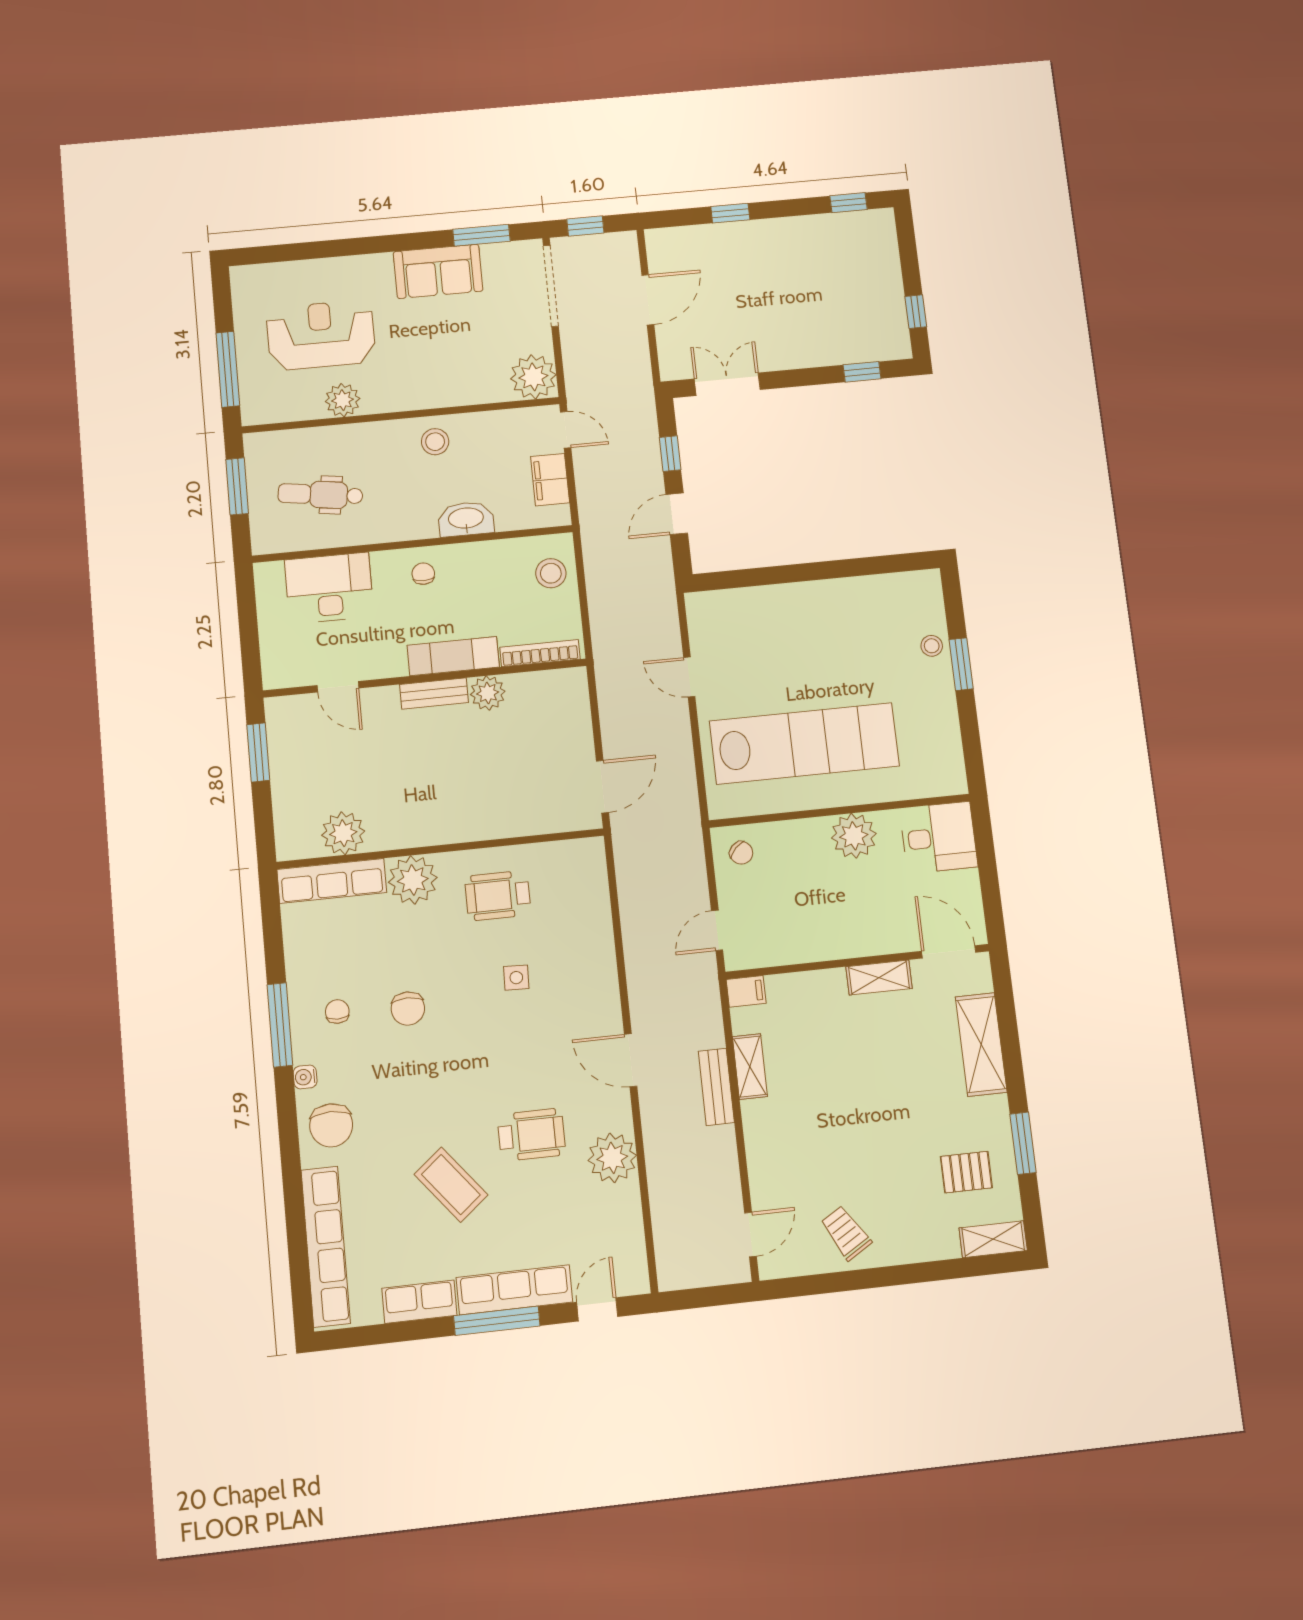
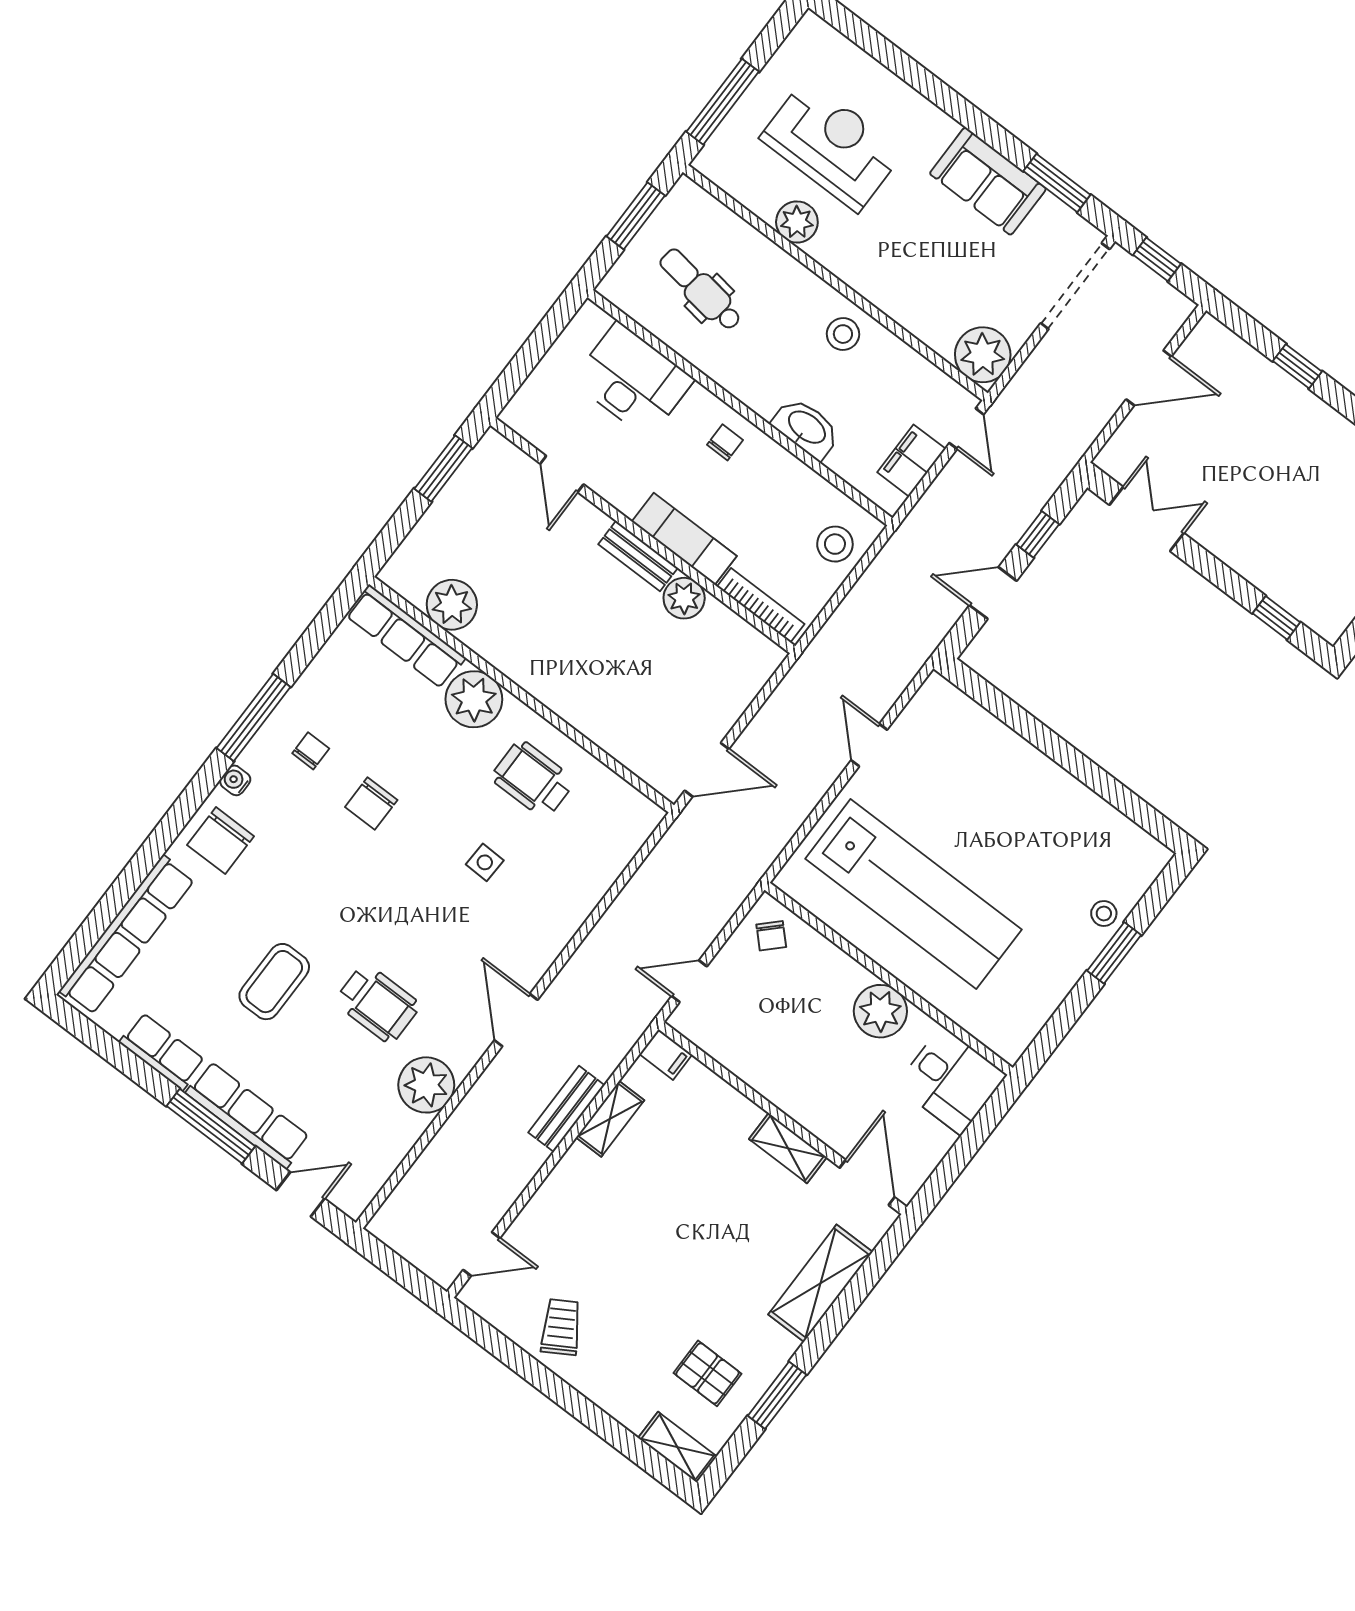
coffee table: (451, 1185) -> (274, 982), turned 39

